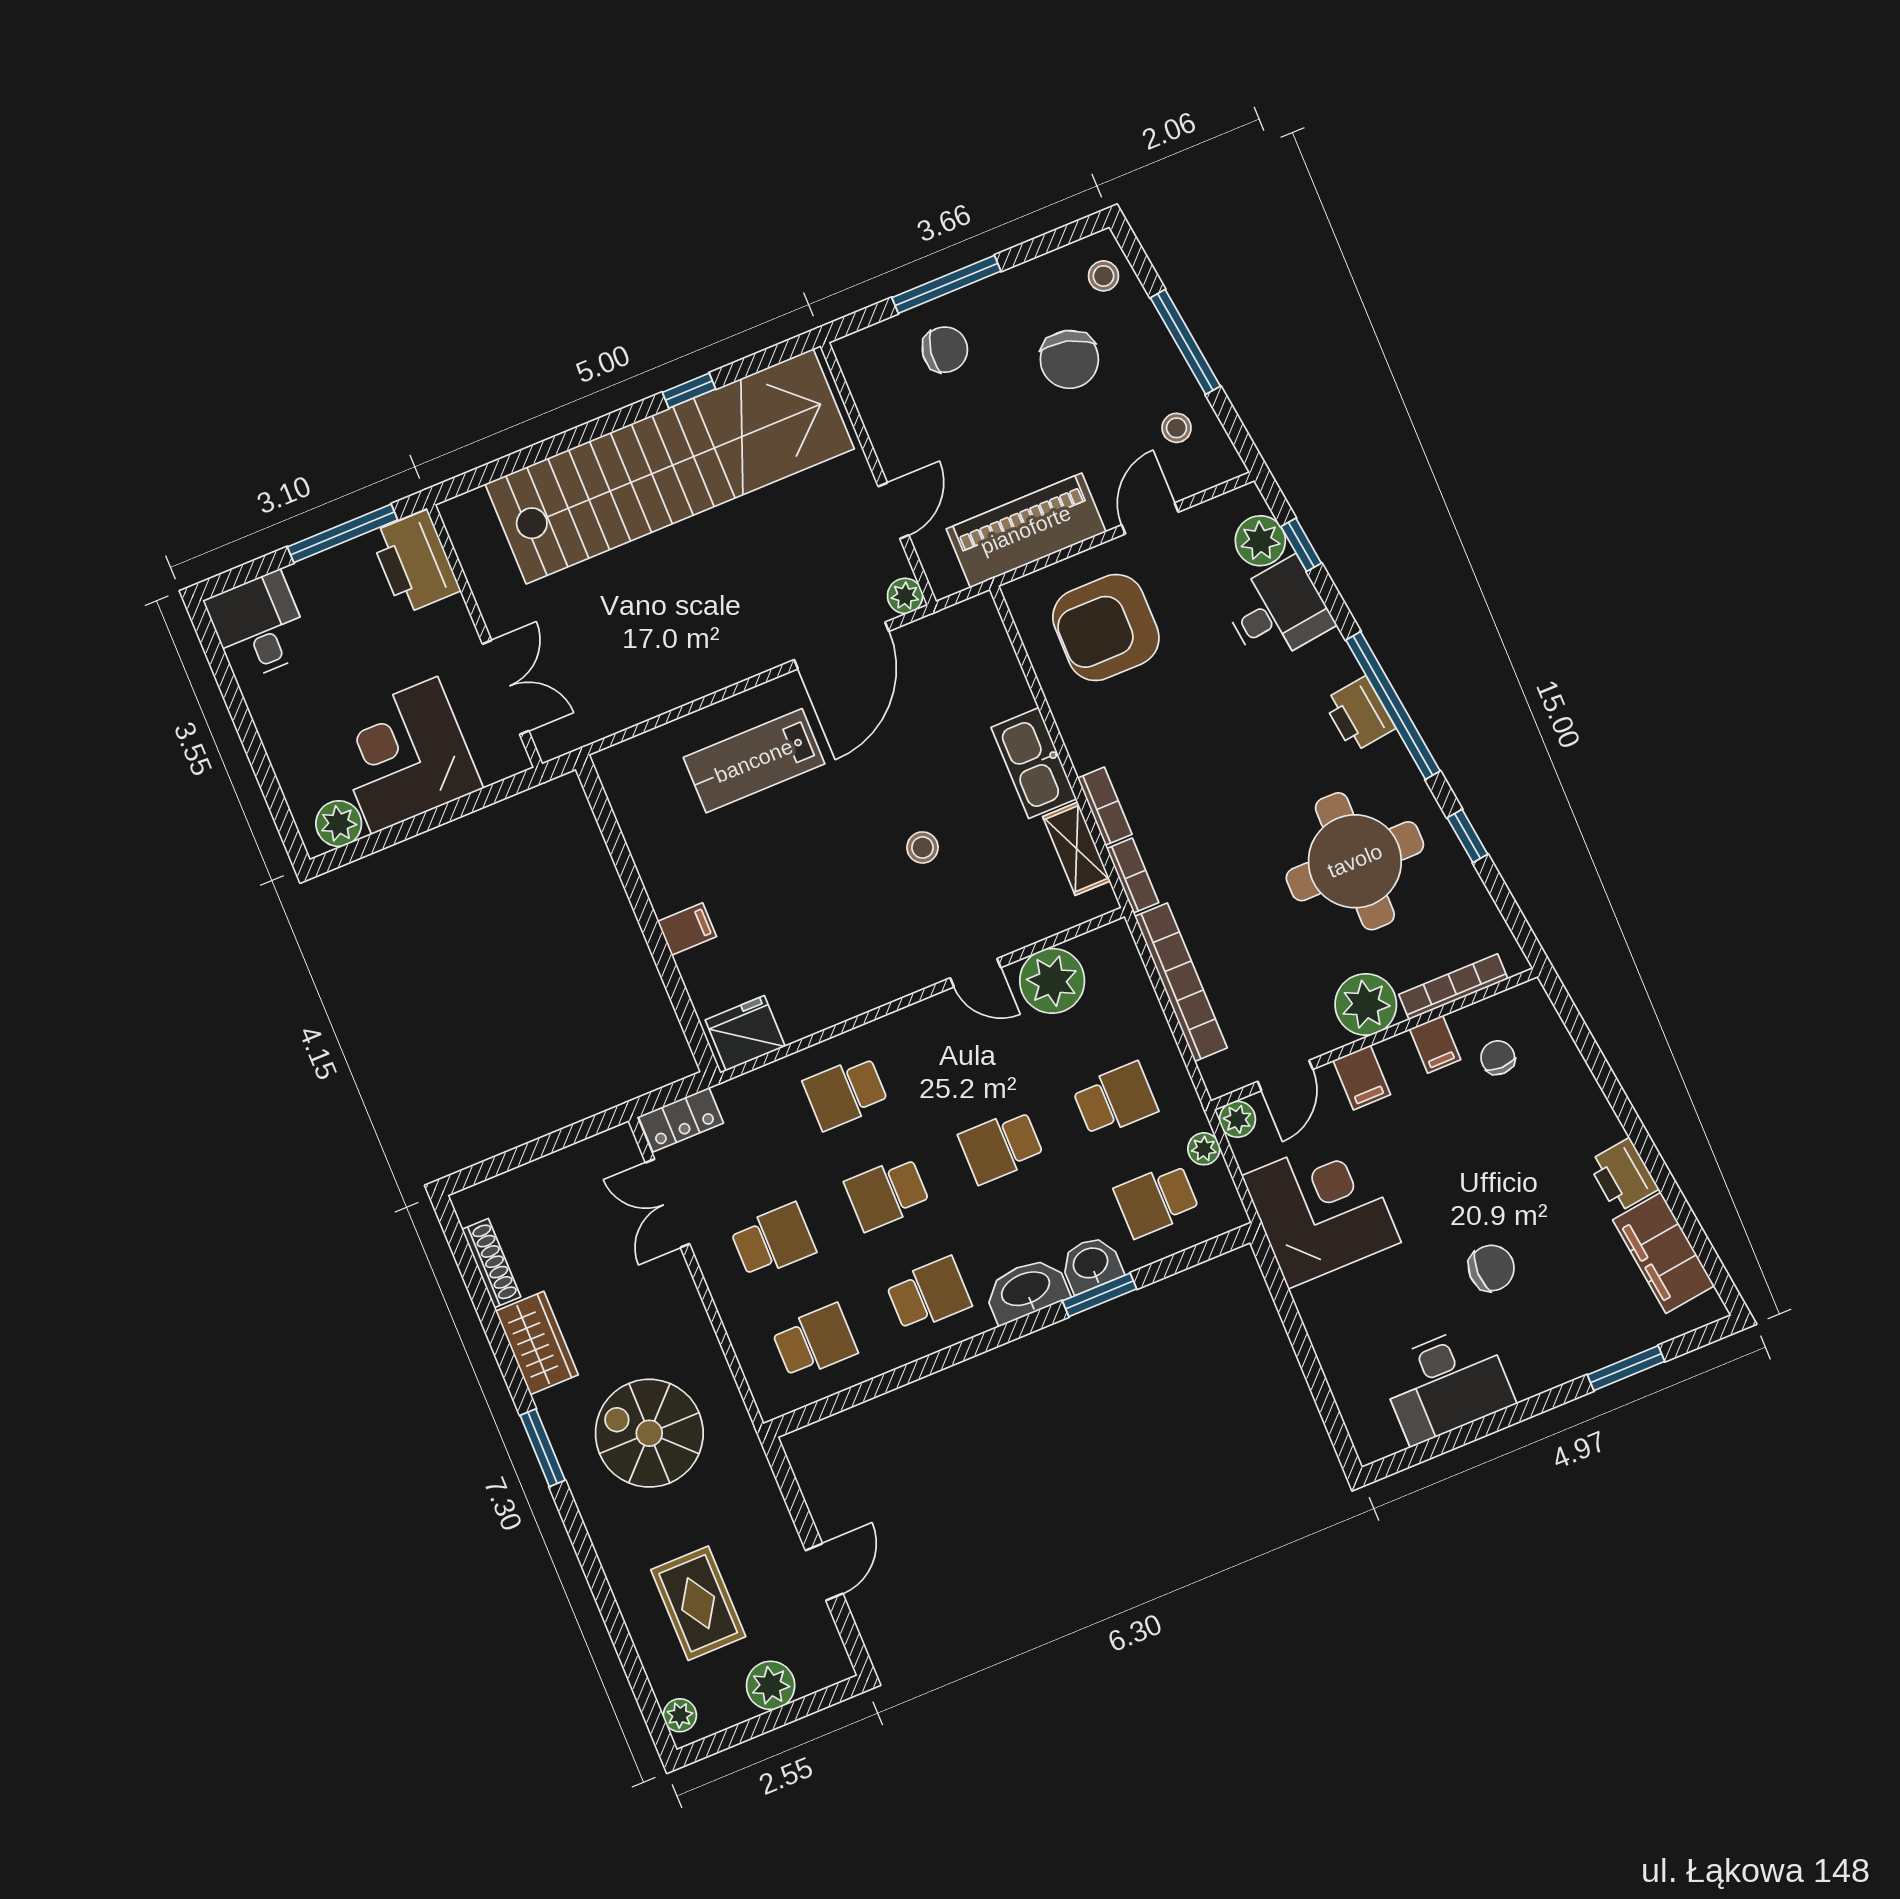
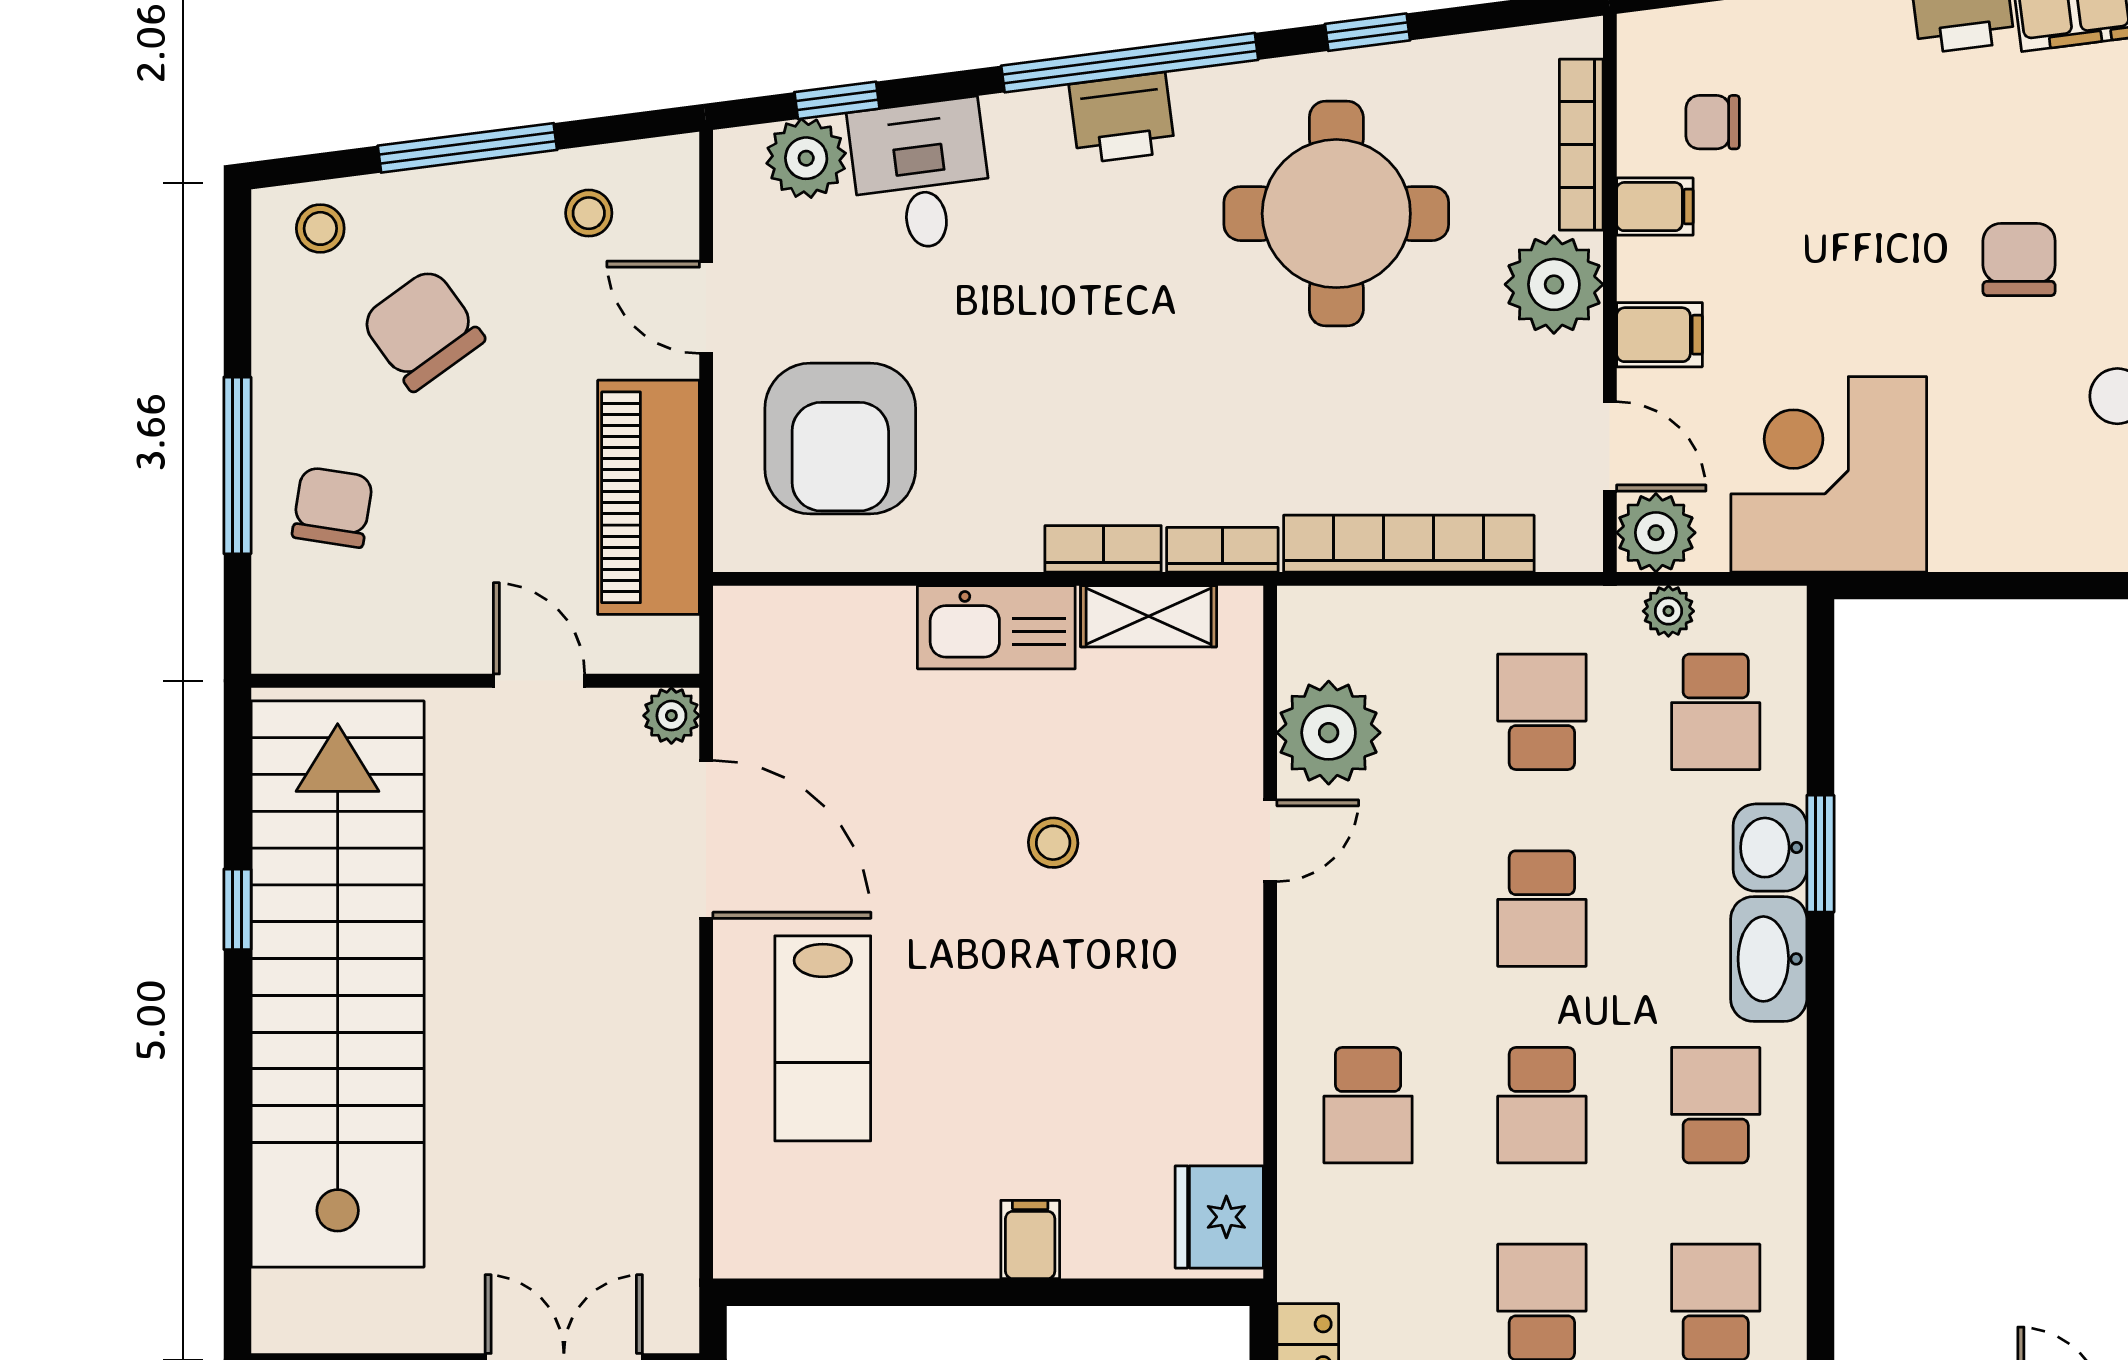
chair: (1069, 359) -> (423, 330), turned -141
plant: (1237, 1119) -> (1656, 533), width x1.38, depth x1.38

